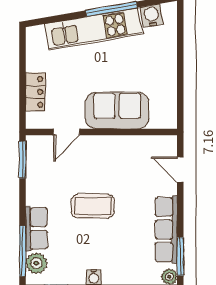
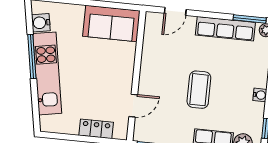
sofa: (117, 111) -> (111, 23), moved, turned -90
door: (66, 132) -> (133, 106), hinge flipped

